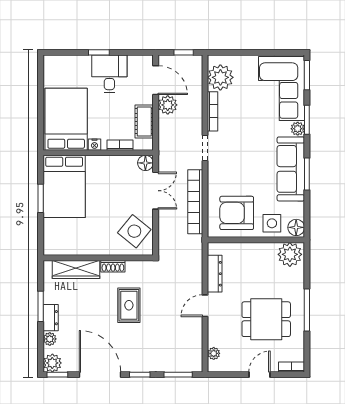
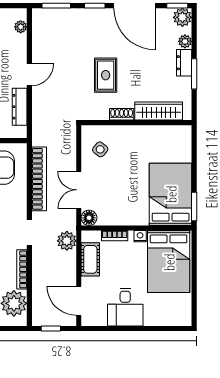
window: (99, 52) -> (136, 329), removed
plant: (168, 105) -> (67, 241), moved
window: (41, 198) -> (194, 206), moved
side table: (134, 231) -> (100, 149), width x0.54, depth x0.54

